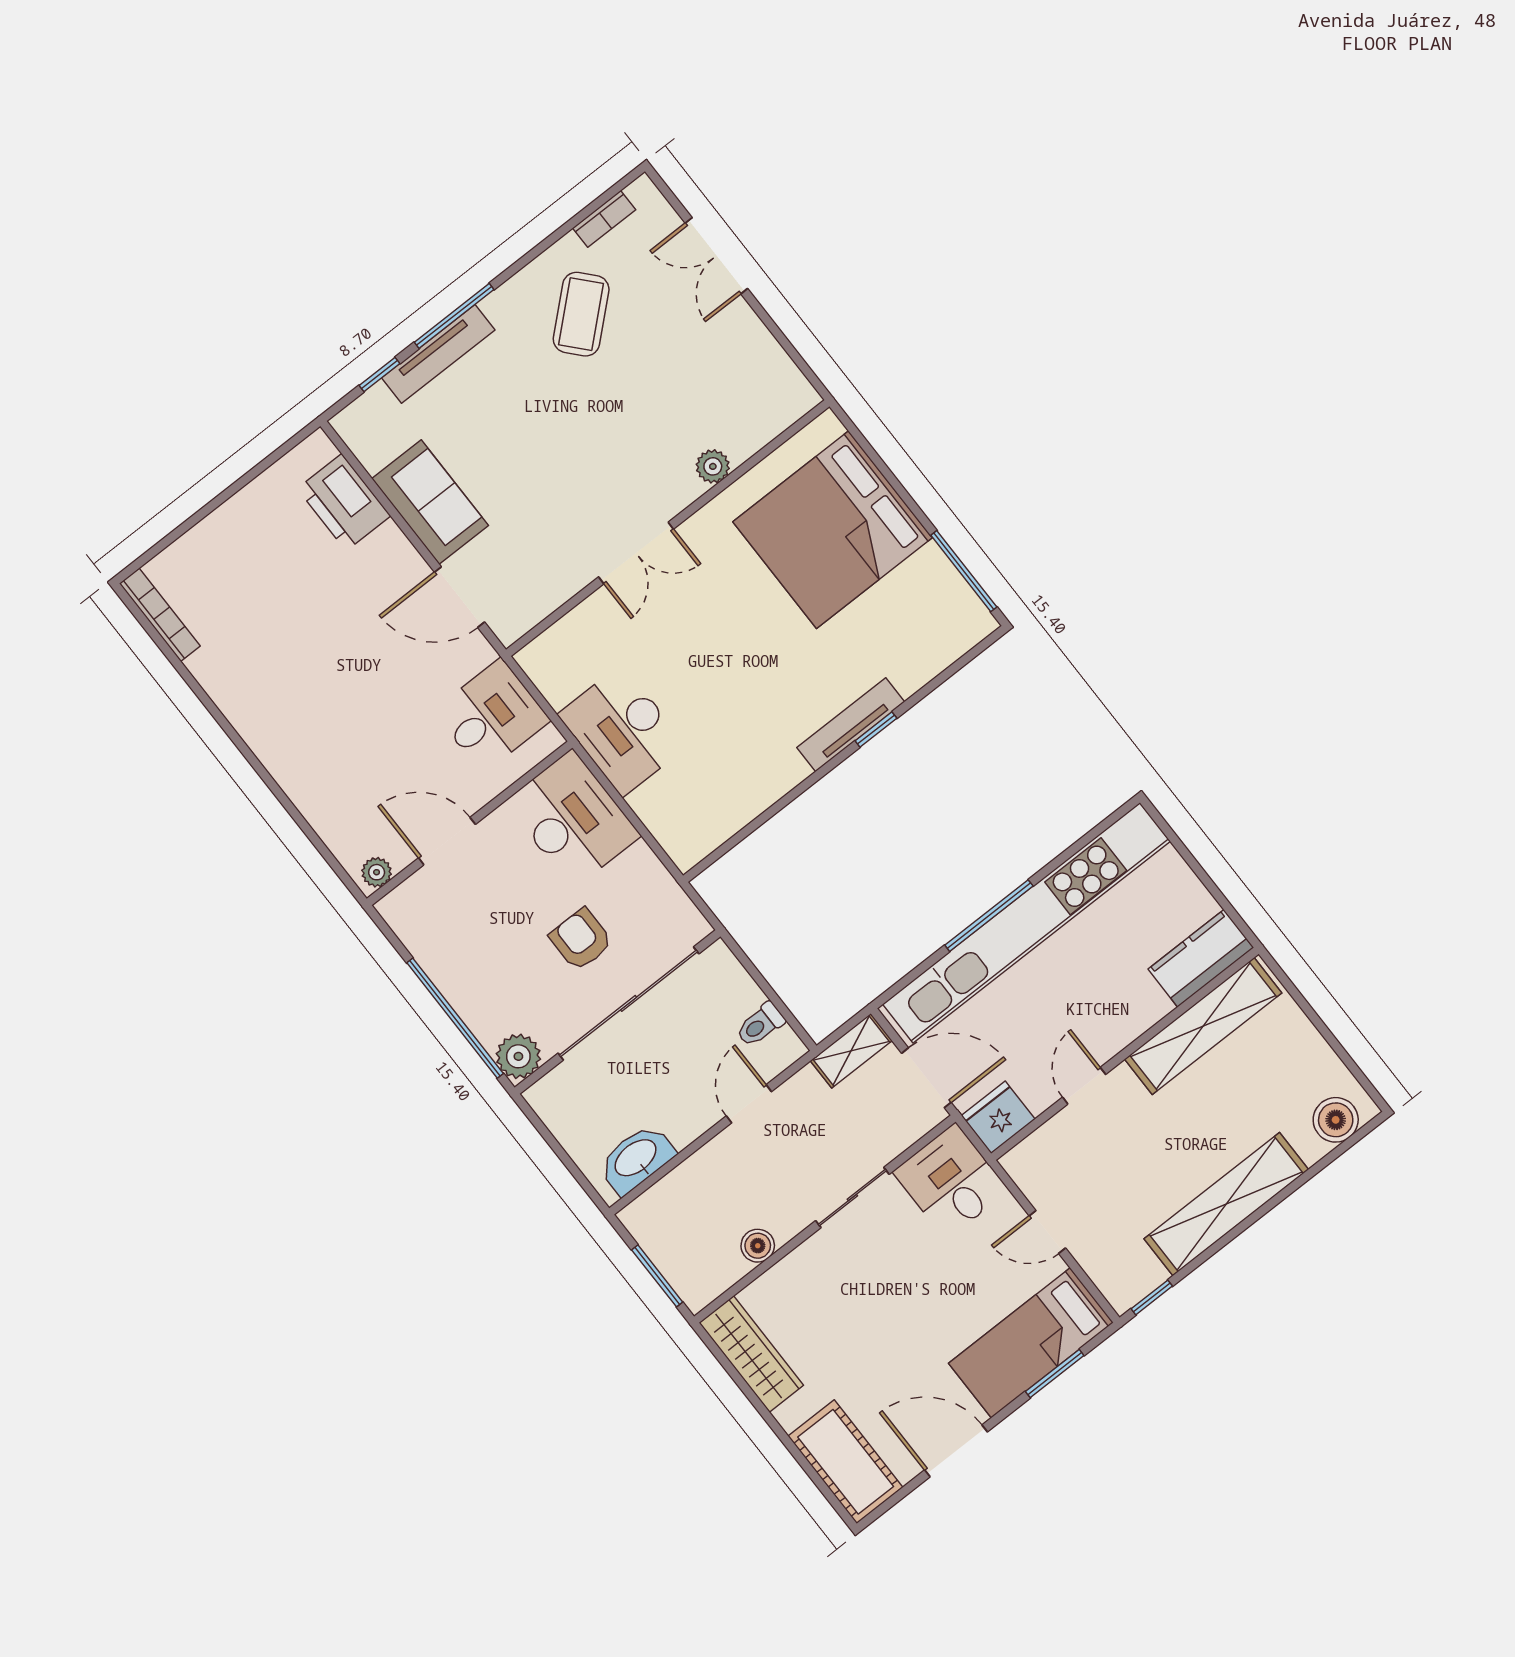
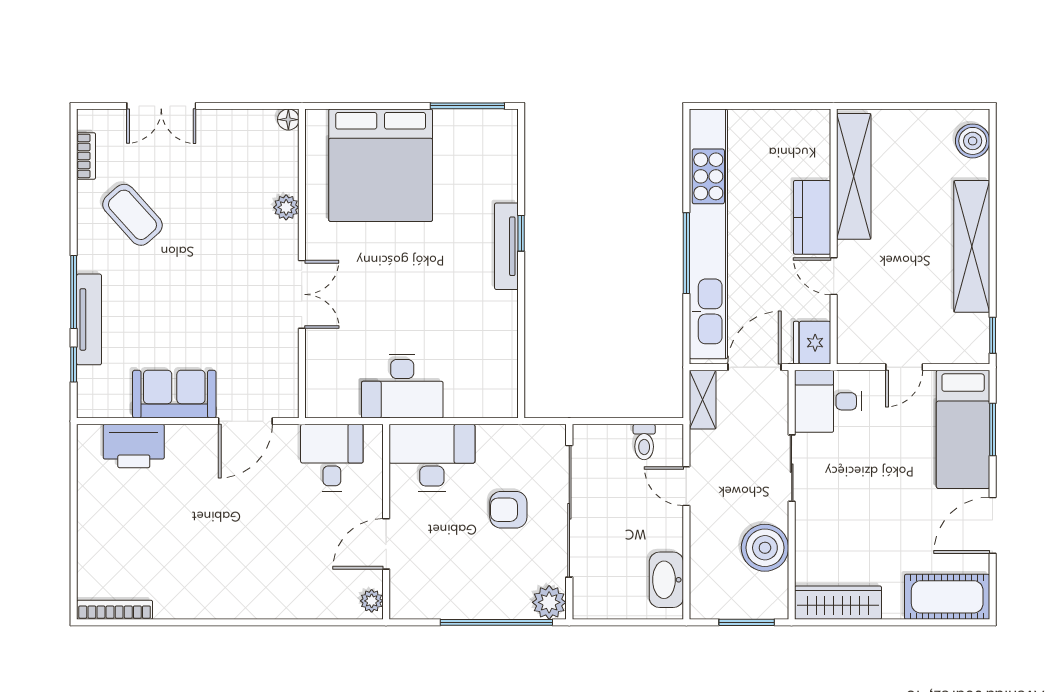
floor lamp: (805, 398) -> (288, 120), added
kitchen counter: (1201, 958) -> (812, 217), moved
boiler: (758, 1246) -> (765, 548), width x1.86, depth x1.86

